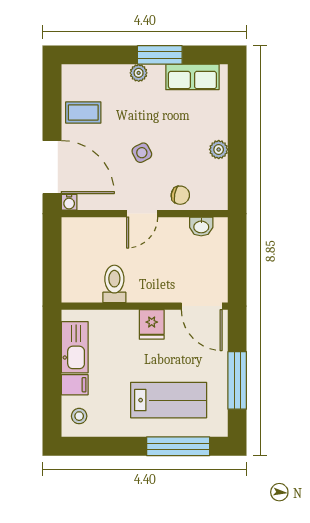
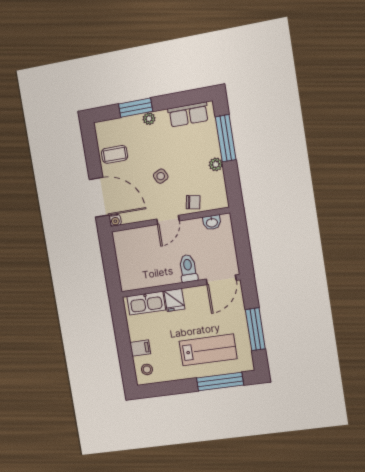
window: (160, 55) -> (136, 108), moved
window: (237, 117) -> (226, 138), added
toilet: (114, 284) -> (188, 268), moved
door: (202, 306) -> (221, 280), hinge flipped
fridge: (152, 324) -> (174, 300), moved
kitchen sink: (75, 347) -> (146, 303), moved, turned 90

